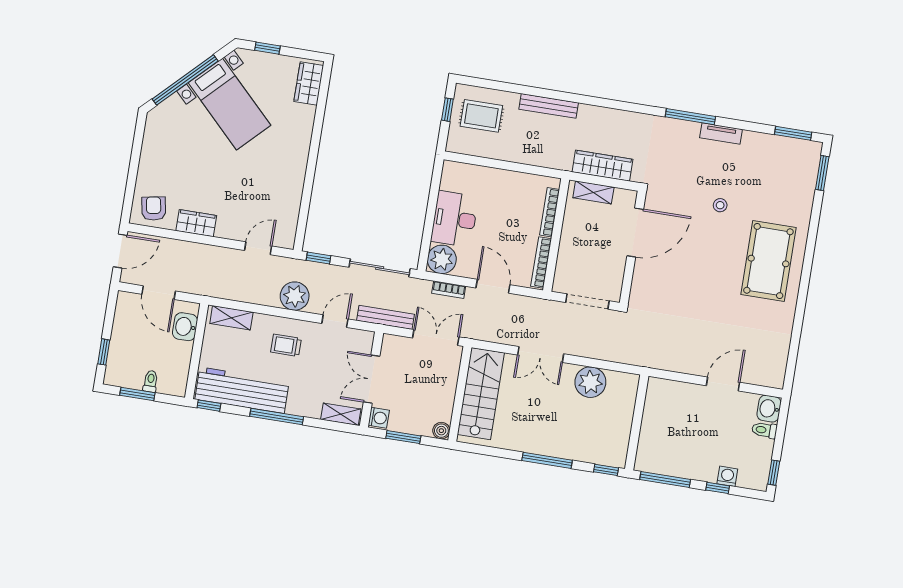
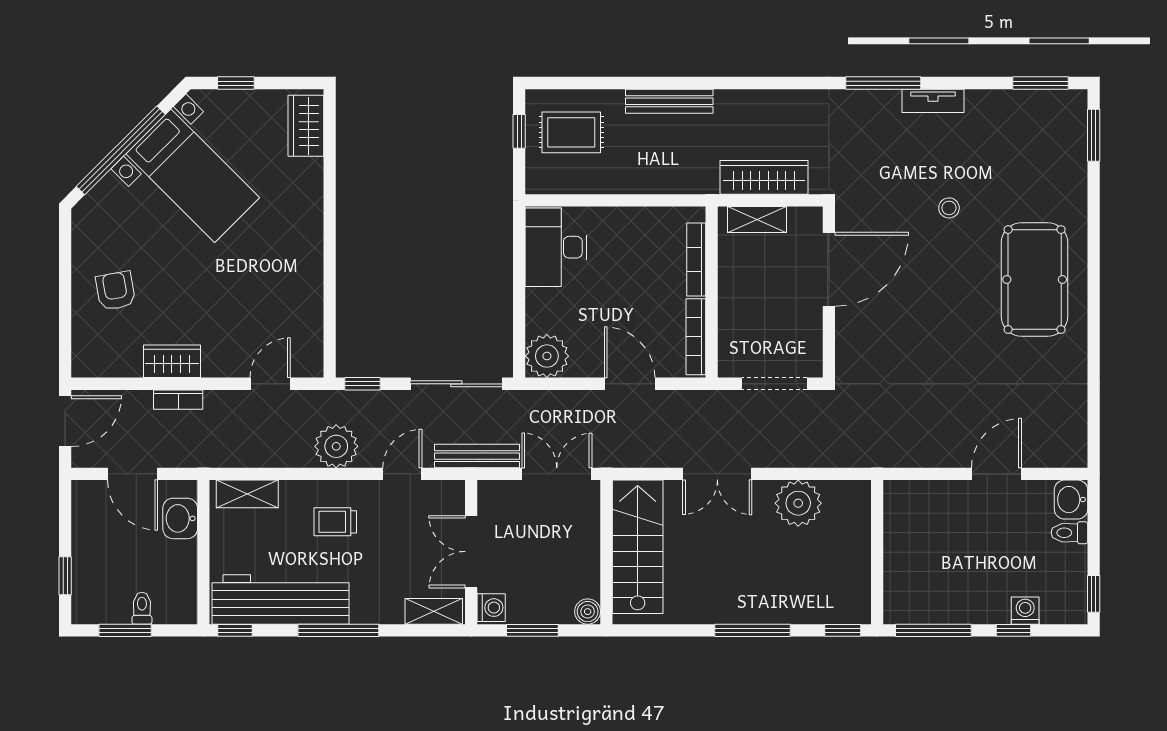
armchair: (154, 208) -> (116, 291), moved
desk: (454, 219) -> (556, 247), moved
bookcase: (449, 290) -> (178, 400), moved

